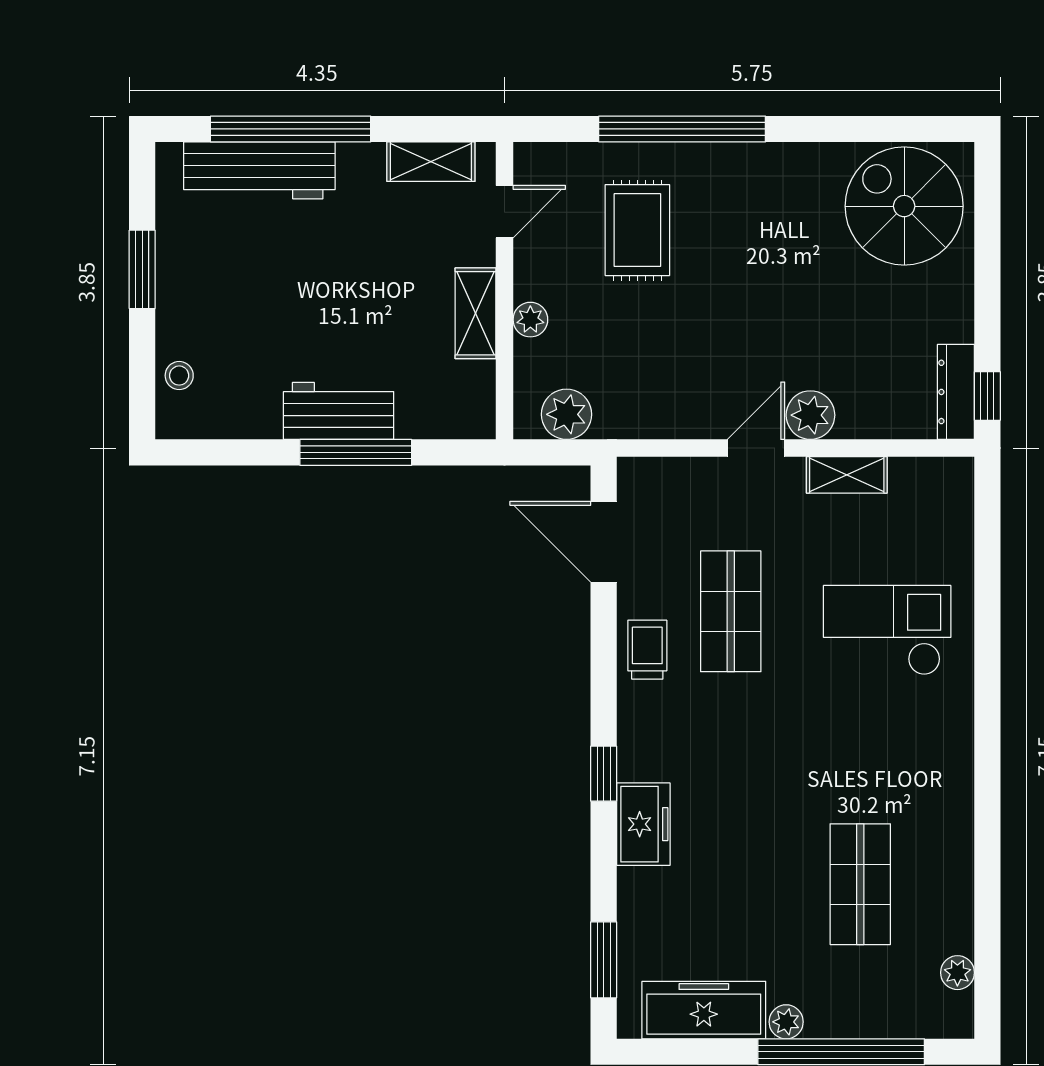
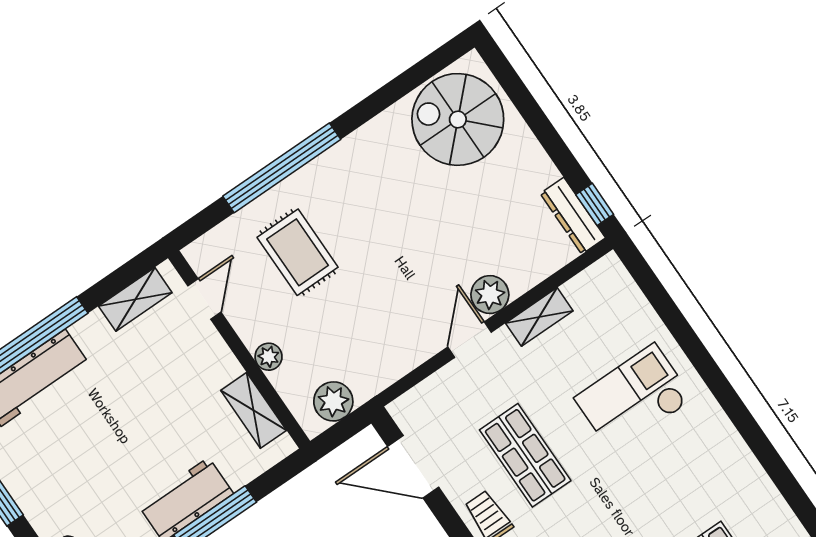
shelving: (475, 313) -> (254, 410), moved

